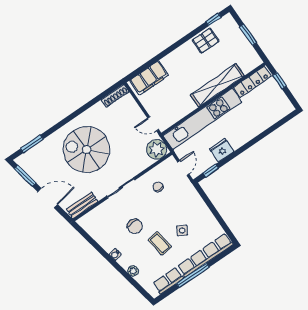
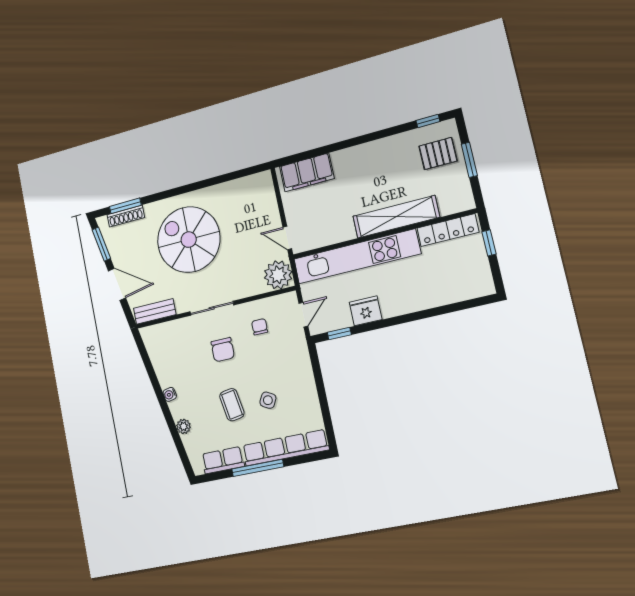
pallet: (206, 41) -> (438, 154), moved
shoe rack: (115, 96) -> (126, 216), moved
chair: (135, 226) -> (223, 350), moved

